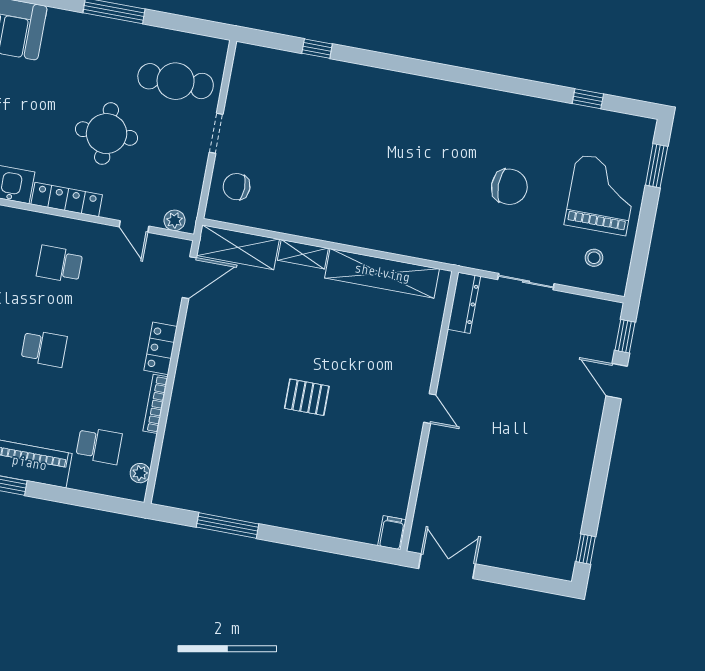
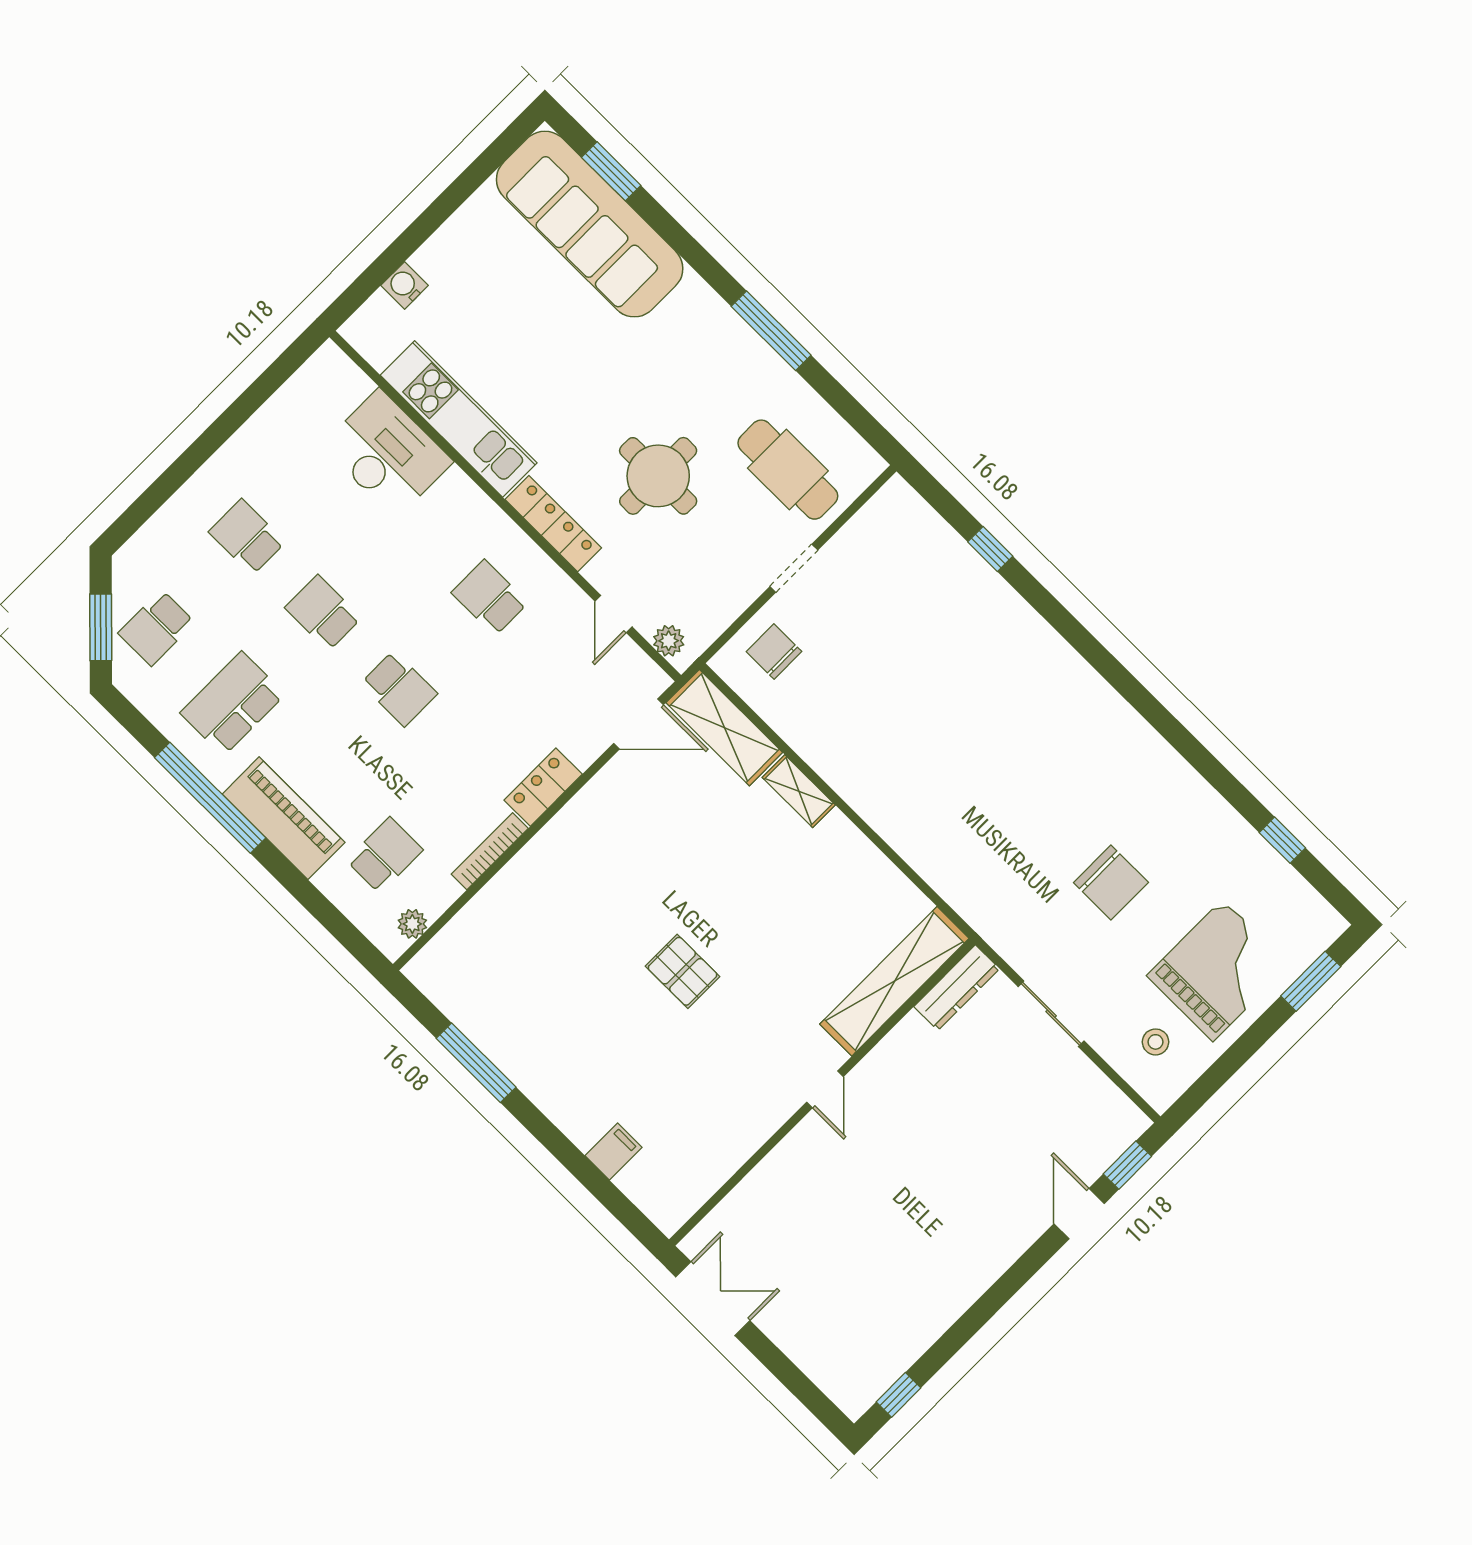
shelving: (382, 273) -> (894, 981), moved, turned 90
school desk: (99, 446) -> (385, 855), turned -90
filing cabinet: (392, 533) -> (614, 1151), moved

